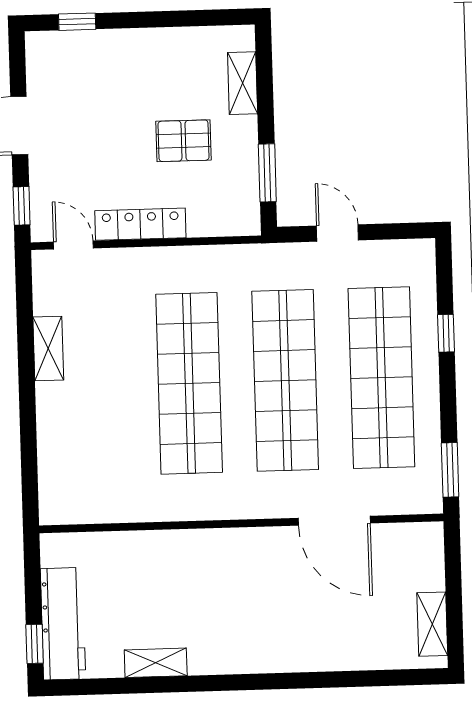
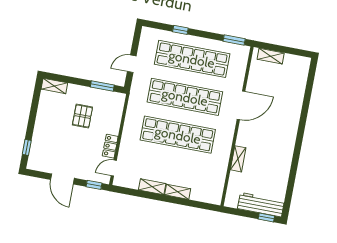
shelving: (243, 83) -> (54, 86), moved
locker: (140, 224) -> (110, 146), width x0.66
shelving: (50, 414) -> (178, 192), added
door: (334, 521) -> (241, 105), moved
shelving: (432, 624) -> (271, 56), moved
shelving: (156, 663) -> (238, 159), moved

